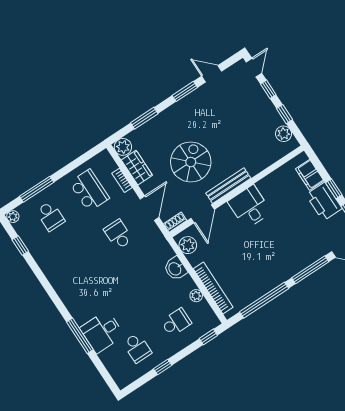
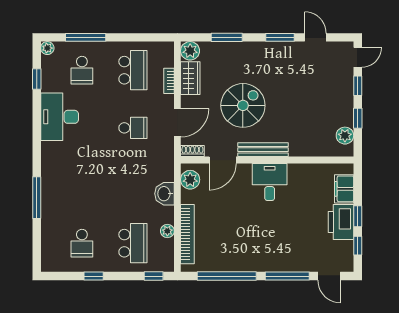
school desk: (118, 234) -> (133, 128), turned 90
school desk: (176, 322) -> (133, 243), width x1.85
desk: (102, 332) -> (60, 117), moved, width x1.37

